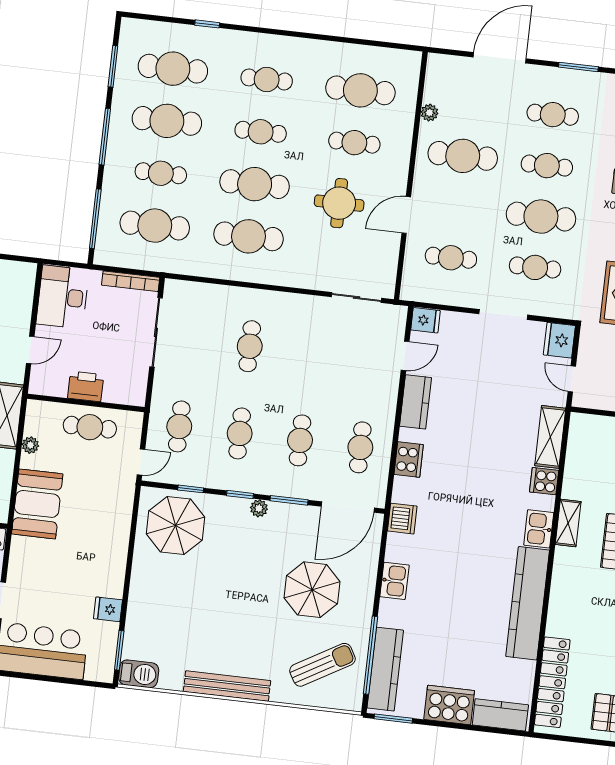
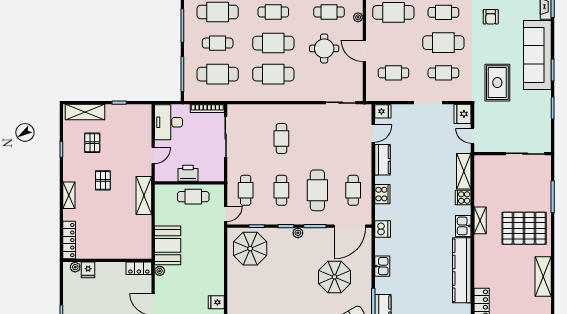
plant: (402, 157) -> (358, 17), added
door: (406, 215) -> (364, 51), hinge flipped
cafe table: (300, 440) -> (317, 190), width x1.37, depth x1.35
plant: (30, 445) -> (160, 271), moved

